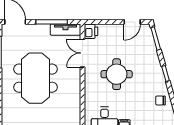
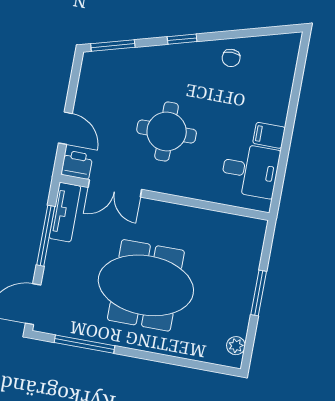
door: (132, 22) -> (65, 128), moved

